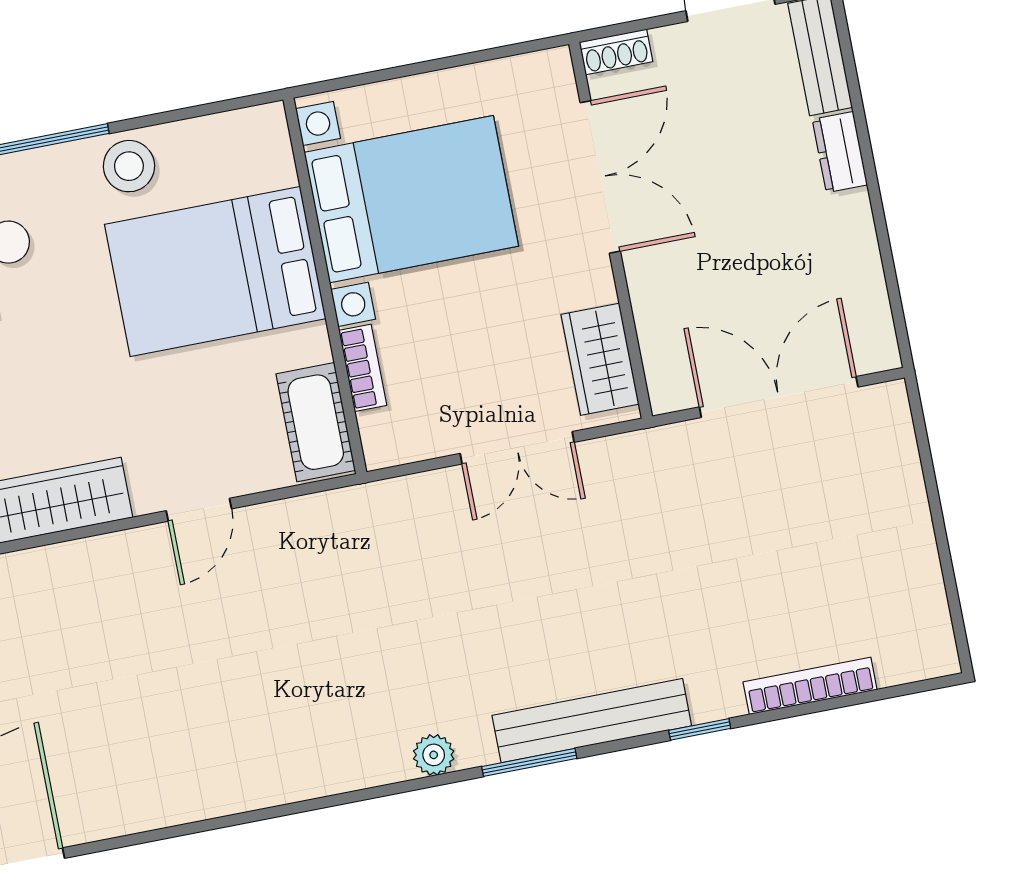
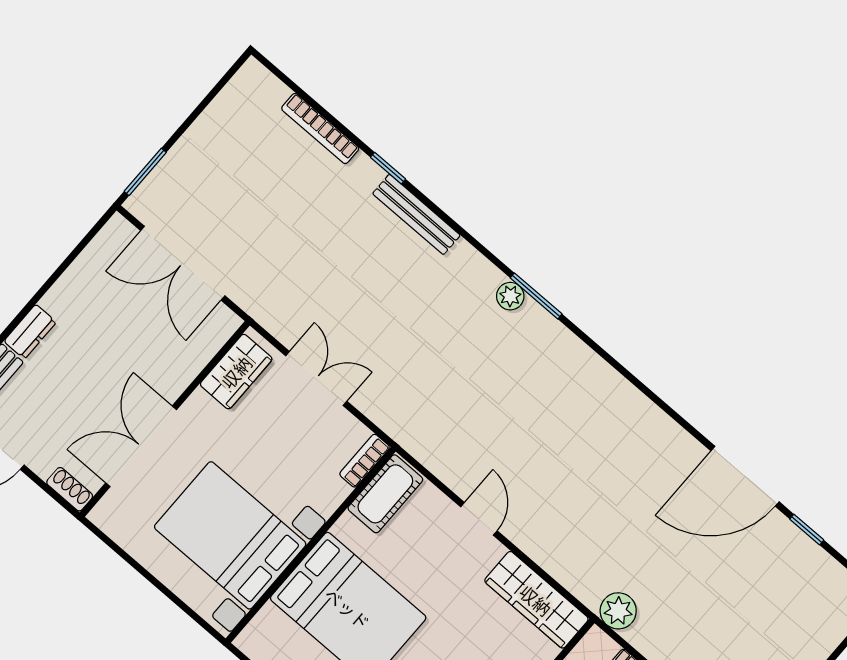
bookcase: (363, 368) -> (365, 461), moved
window: (922, 438) -> (145, 172), added
door: (199, 510) -> (479, 519), hinge flipped
bench: (592, 721) -> (416, 214), width x0.73, depth x0.82
window: (529, 762) -> (536, 296), moved

